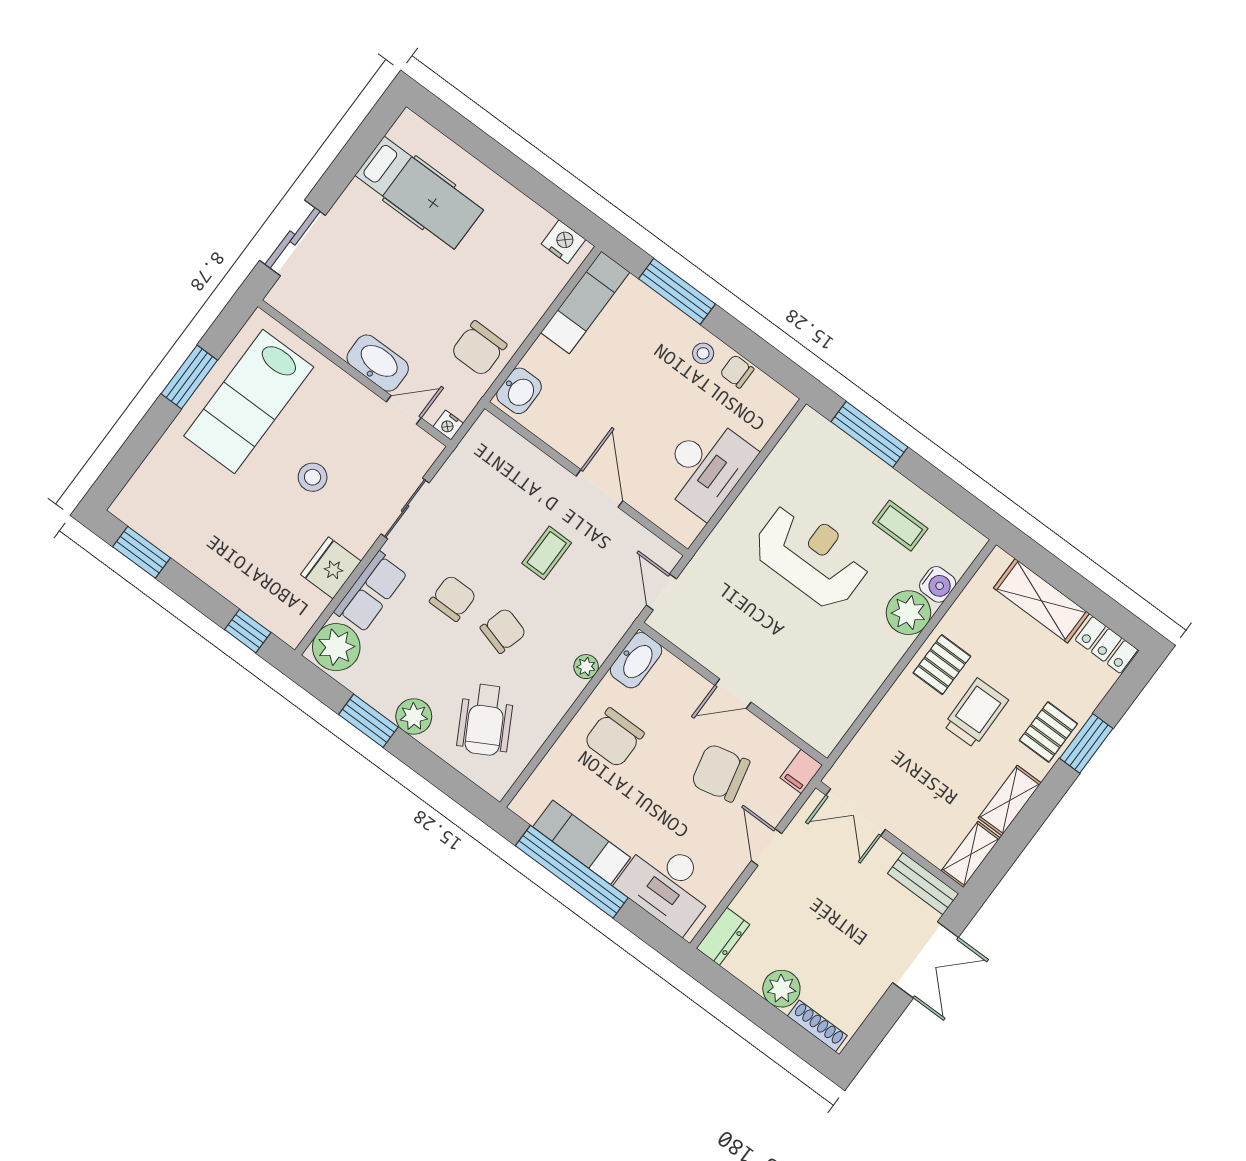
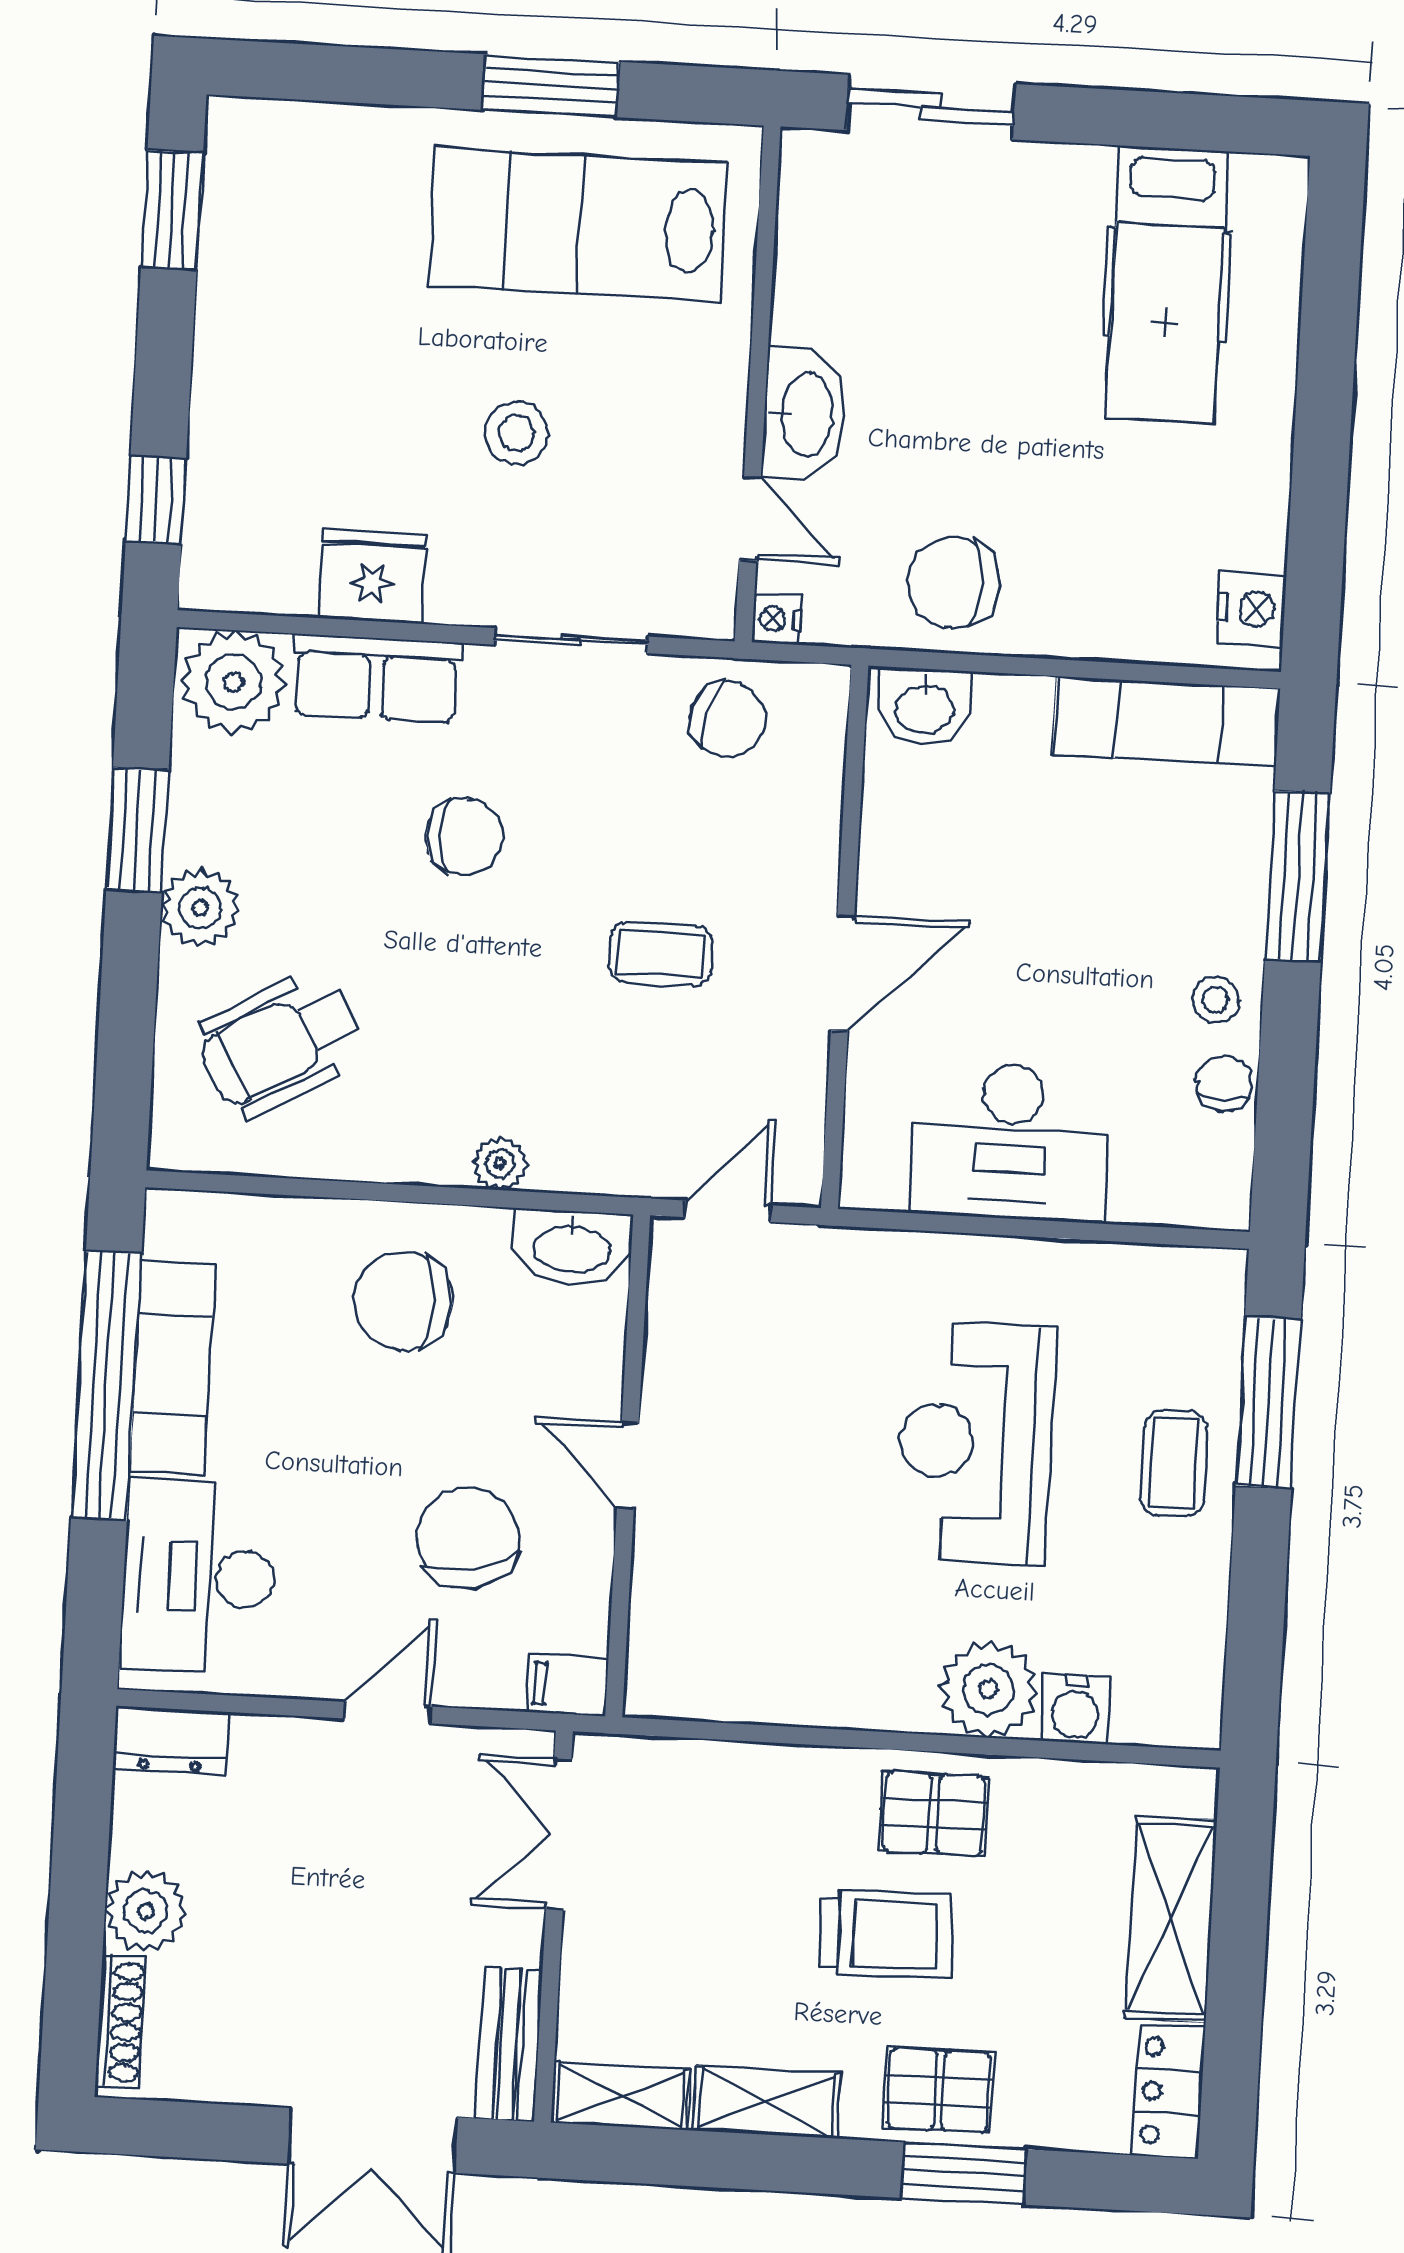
coffee table: (900, 526) -> (1174, 1464), moved
reception desk: (811, 556) -> (976, 1443), turned 180
chair: (503, 631) -> (728, 719), moved

